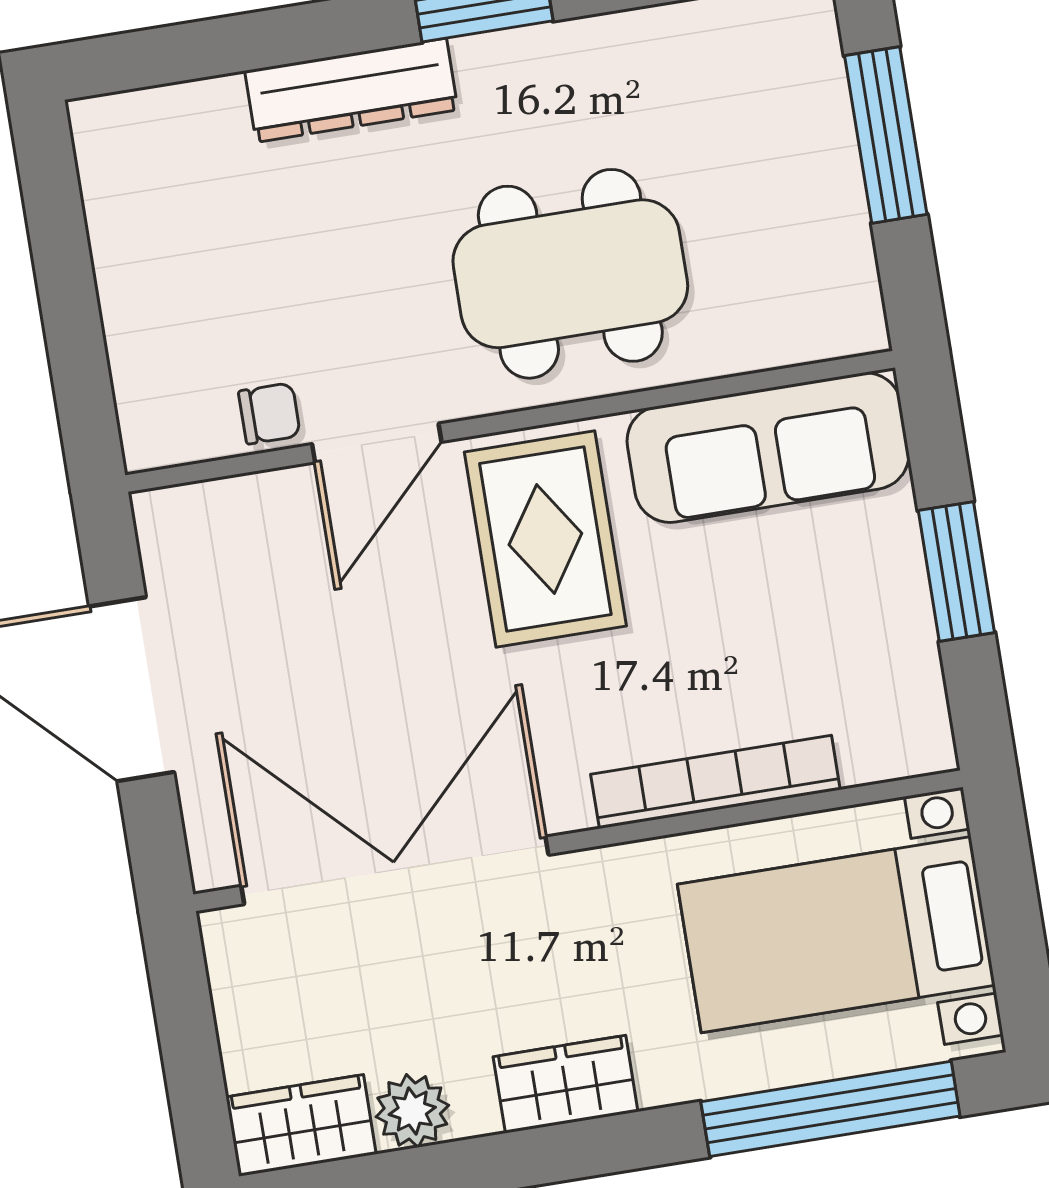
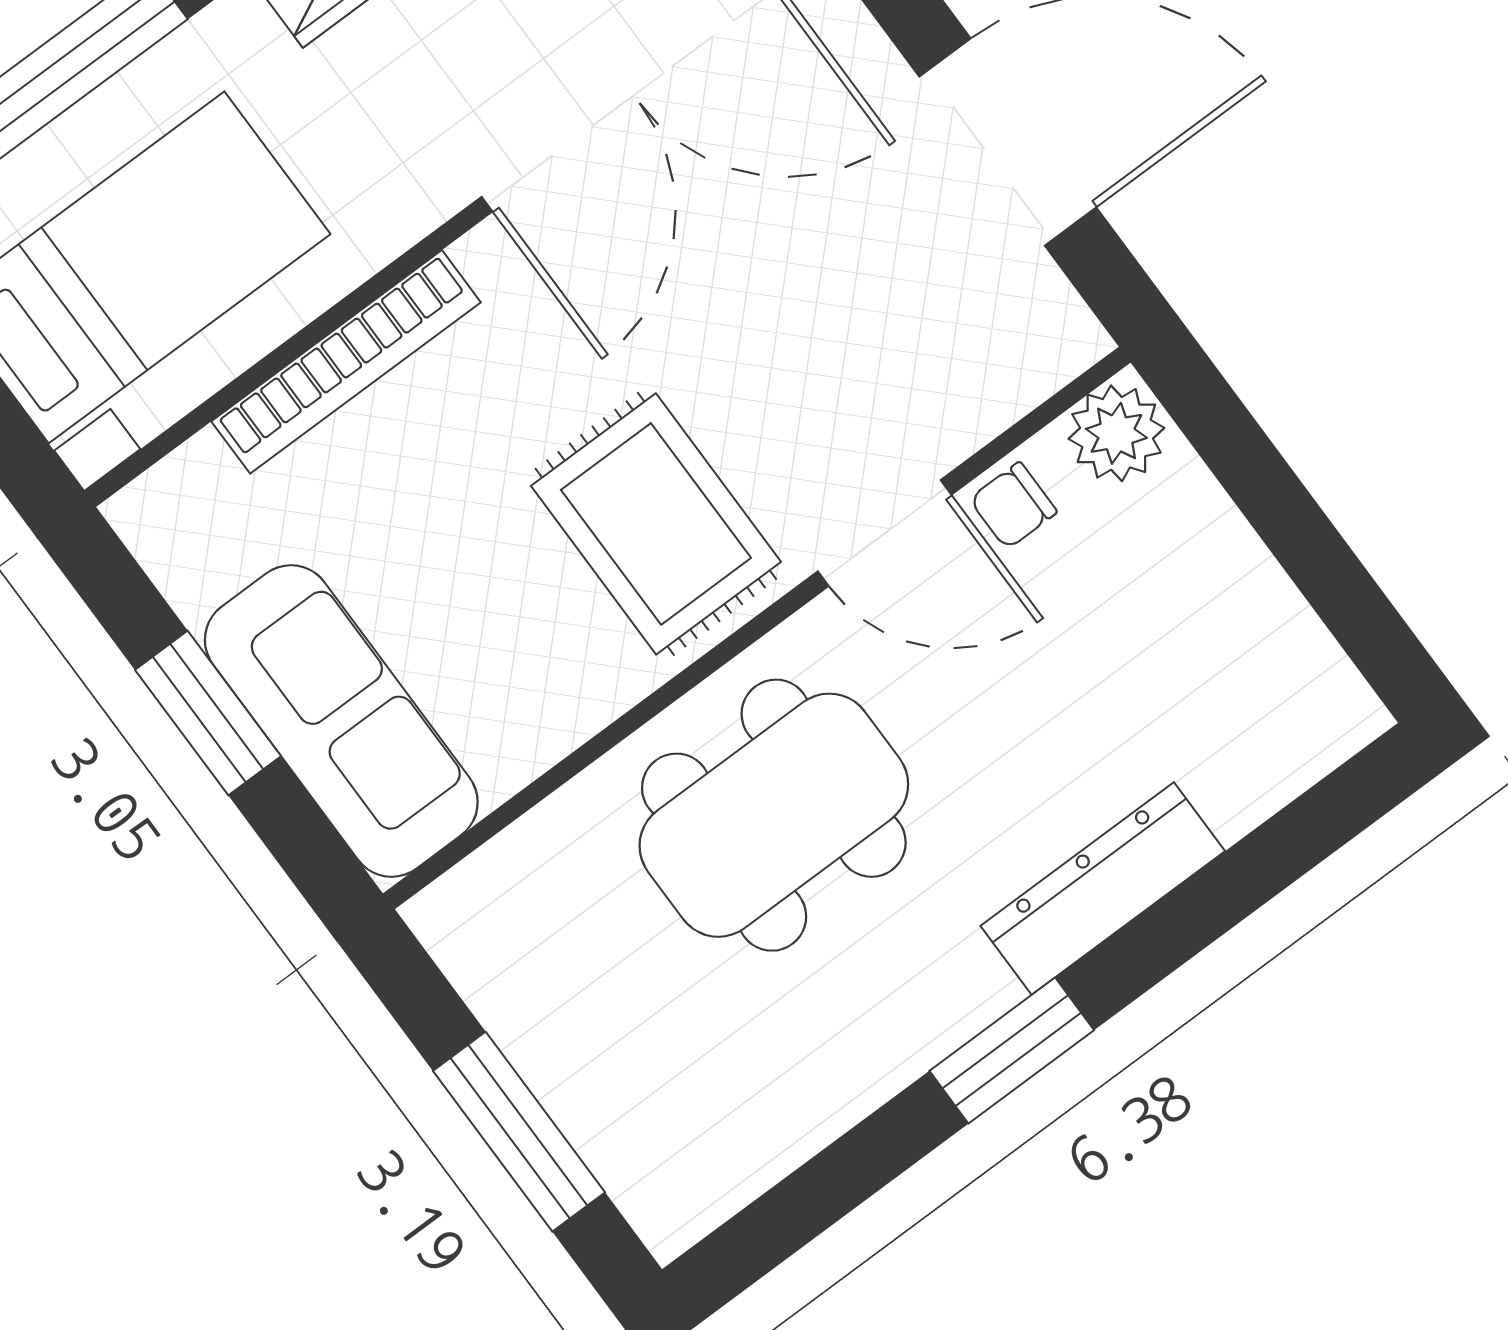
plant: (163, 428) -> (1116, 433), added
door: (377, 443) -> (885, 533), swing flipped
sofa: (768, 448) -> (341, 721), moved, turned 90

